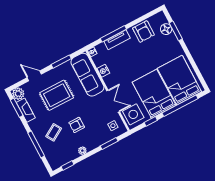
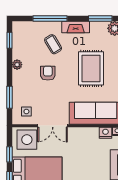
nightstand: (103, 71) -> (105, 133), moved
fireplace: (26, 110) -> (76, 27), moved

